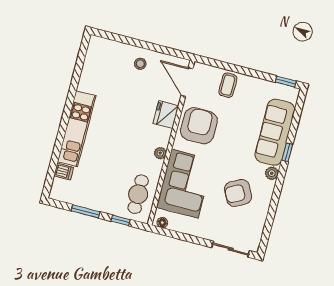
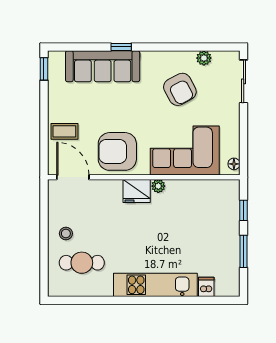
door: (187, 82) -> (73, 177), swing flipped
fridge: (166, 115) -> (137, 191), moved
plant: (272, 173) -> (204, 58), moved
cafe table: (138, 194) -> (82, 263), moved

